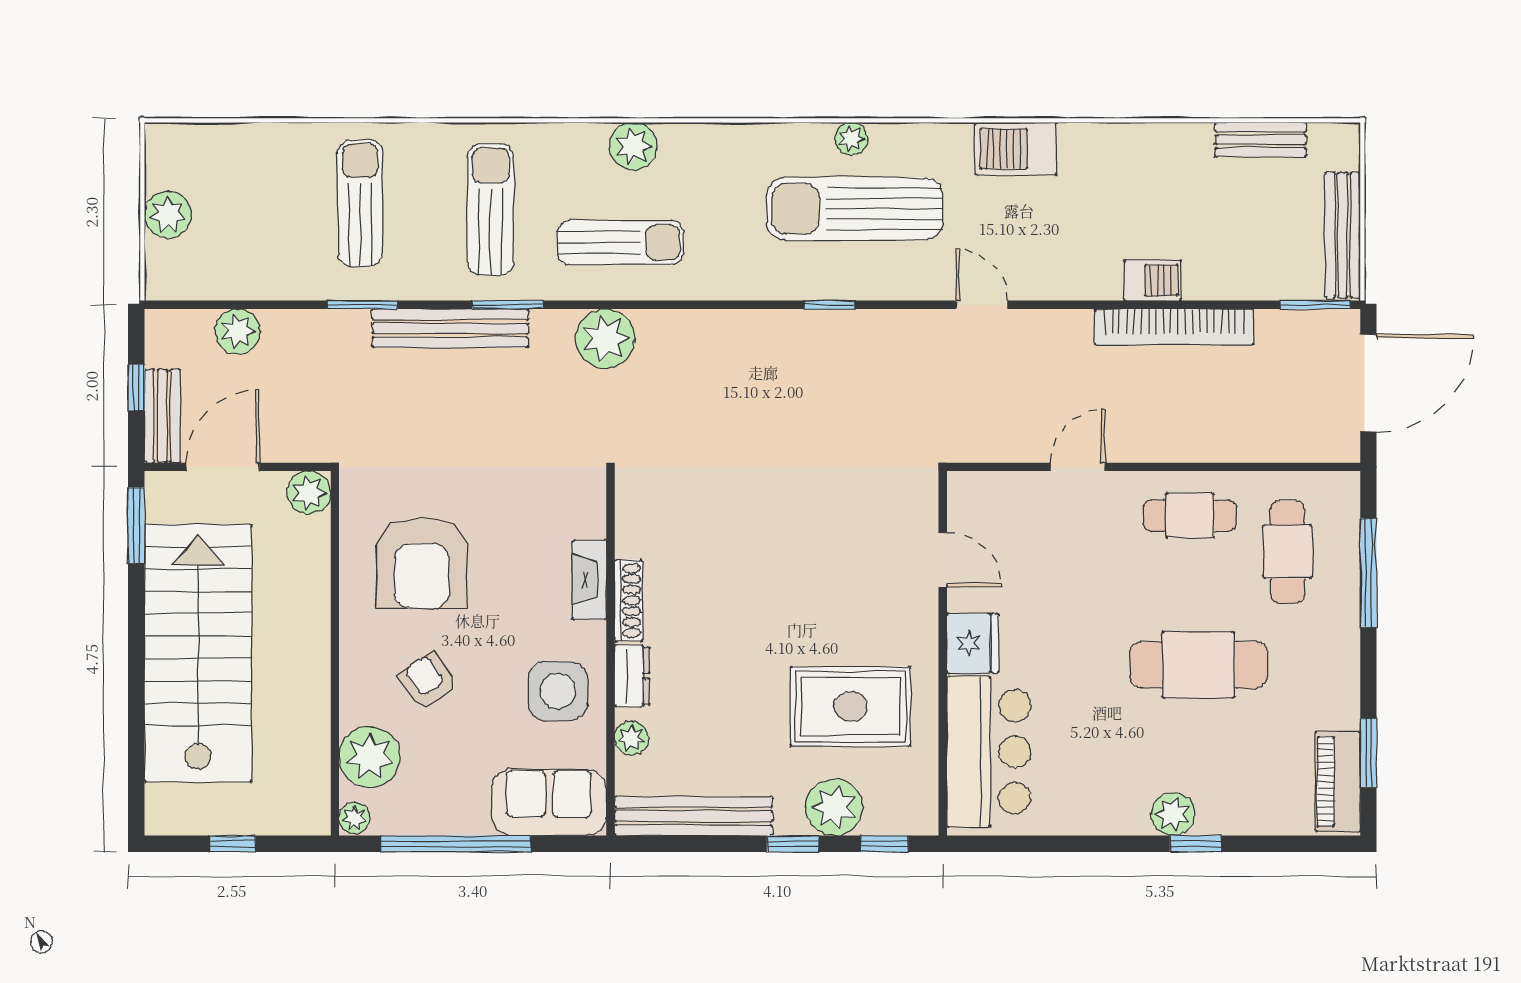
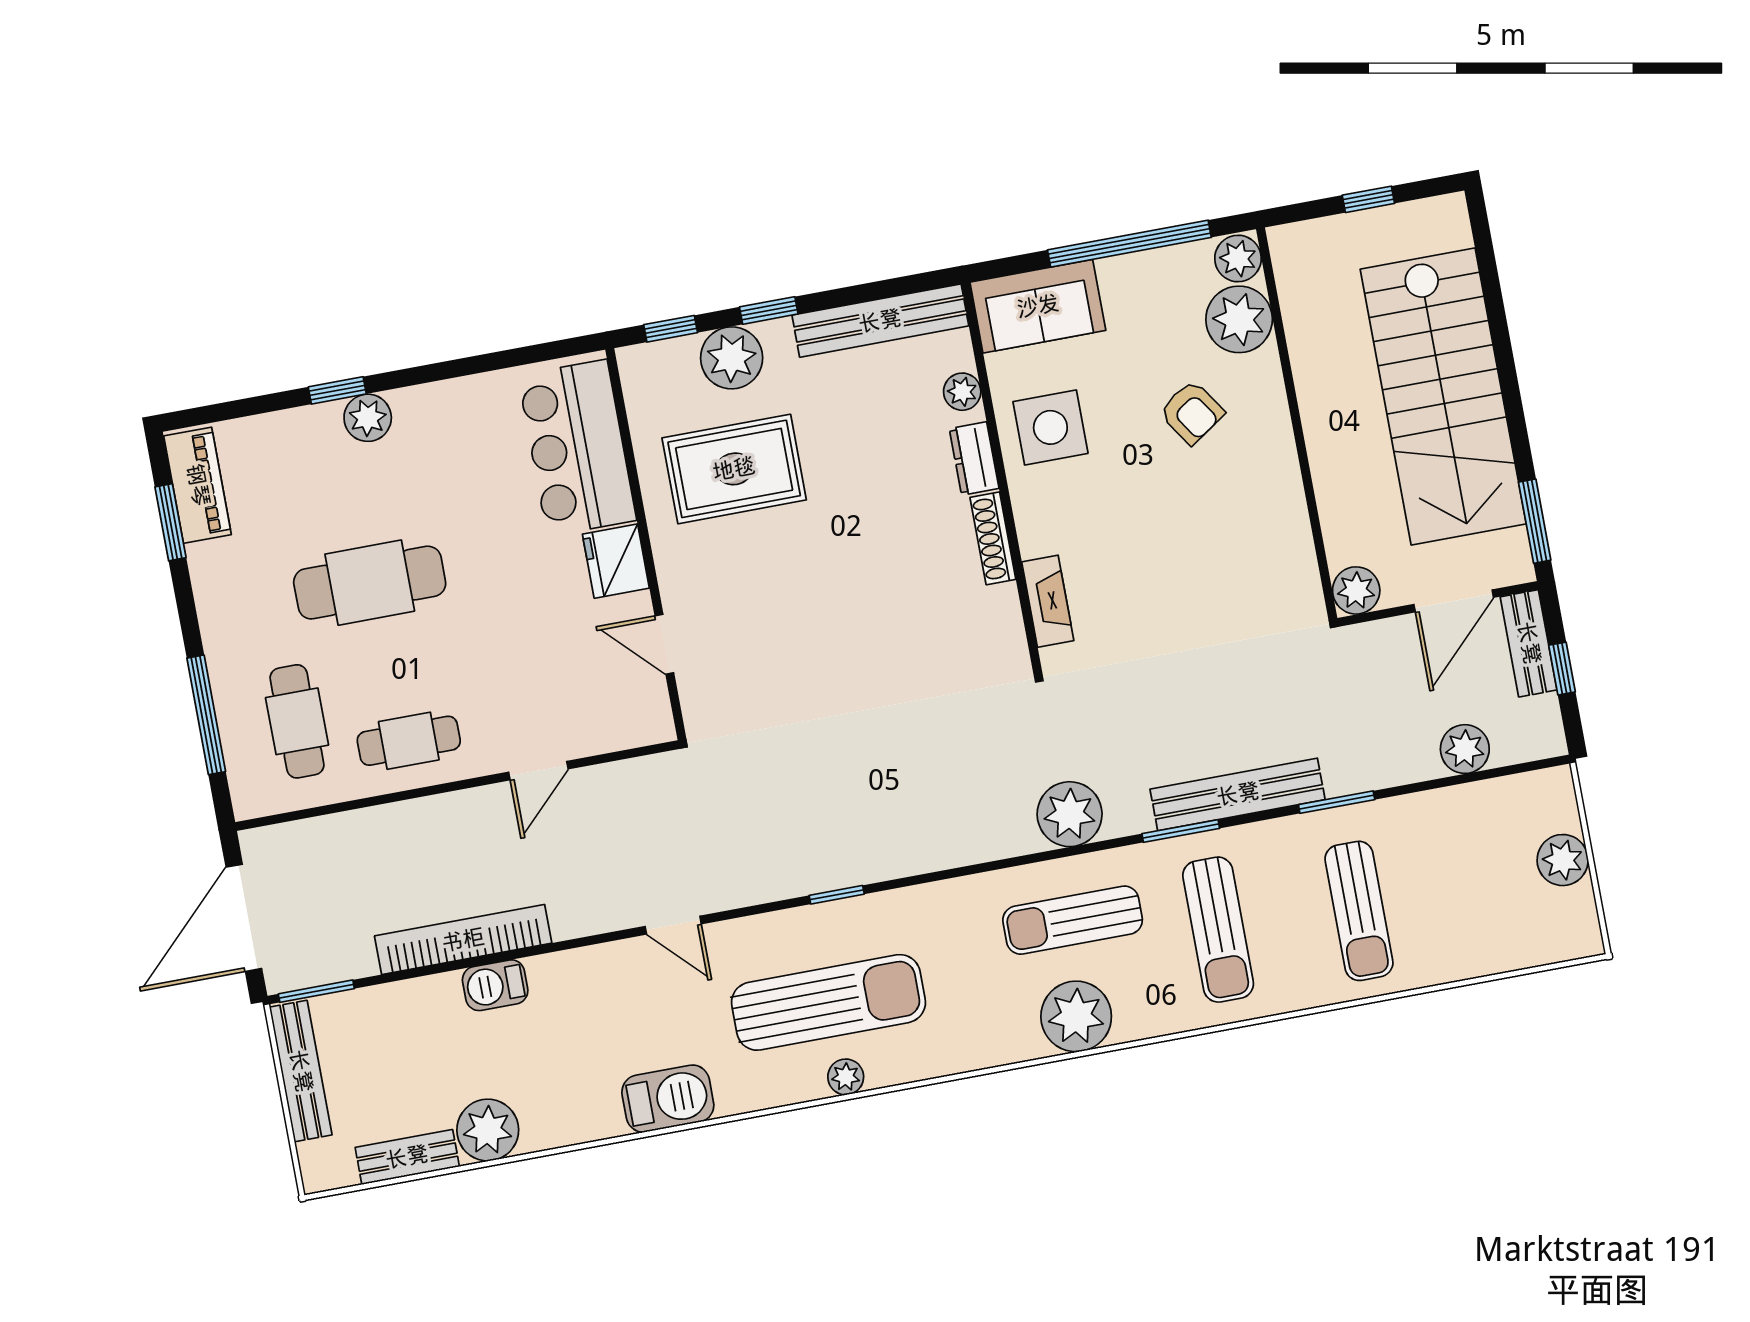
plant: (633, 146) -> (1076, 1016), width x1.36, depth x1.36
plant: (1184, 151) -> (488, 1130), added
armchair: (422, 563) -> (1222, 537), removed
fireplace: (589, 580) -> (1048, 601), moved
plant: (354, 818) -> (1238, 258), width x1.38, depth x1.38

